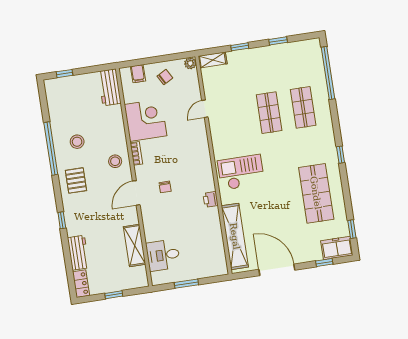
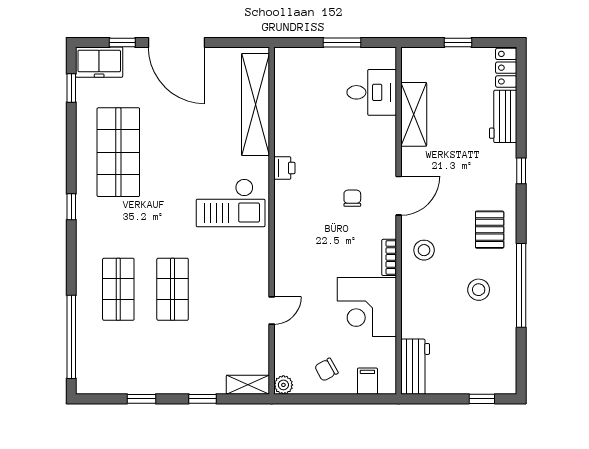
door: (277, 270) -> (177, 43), moved

